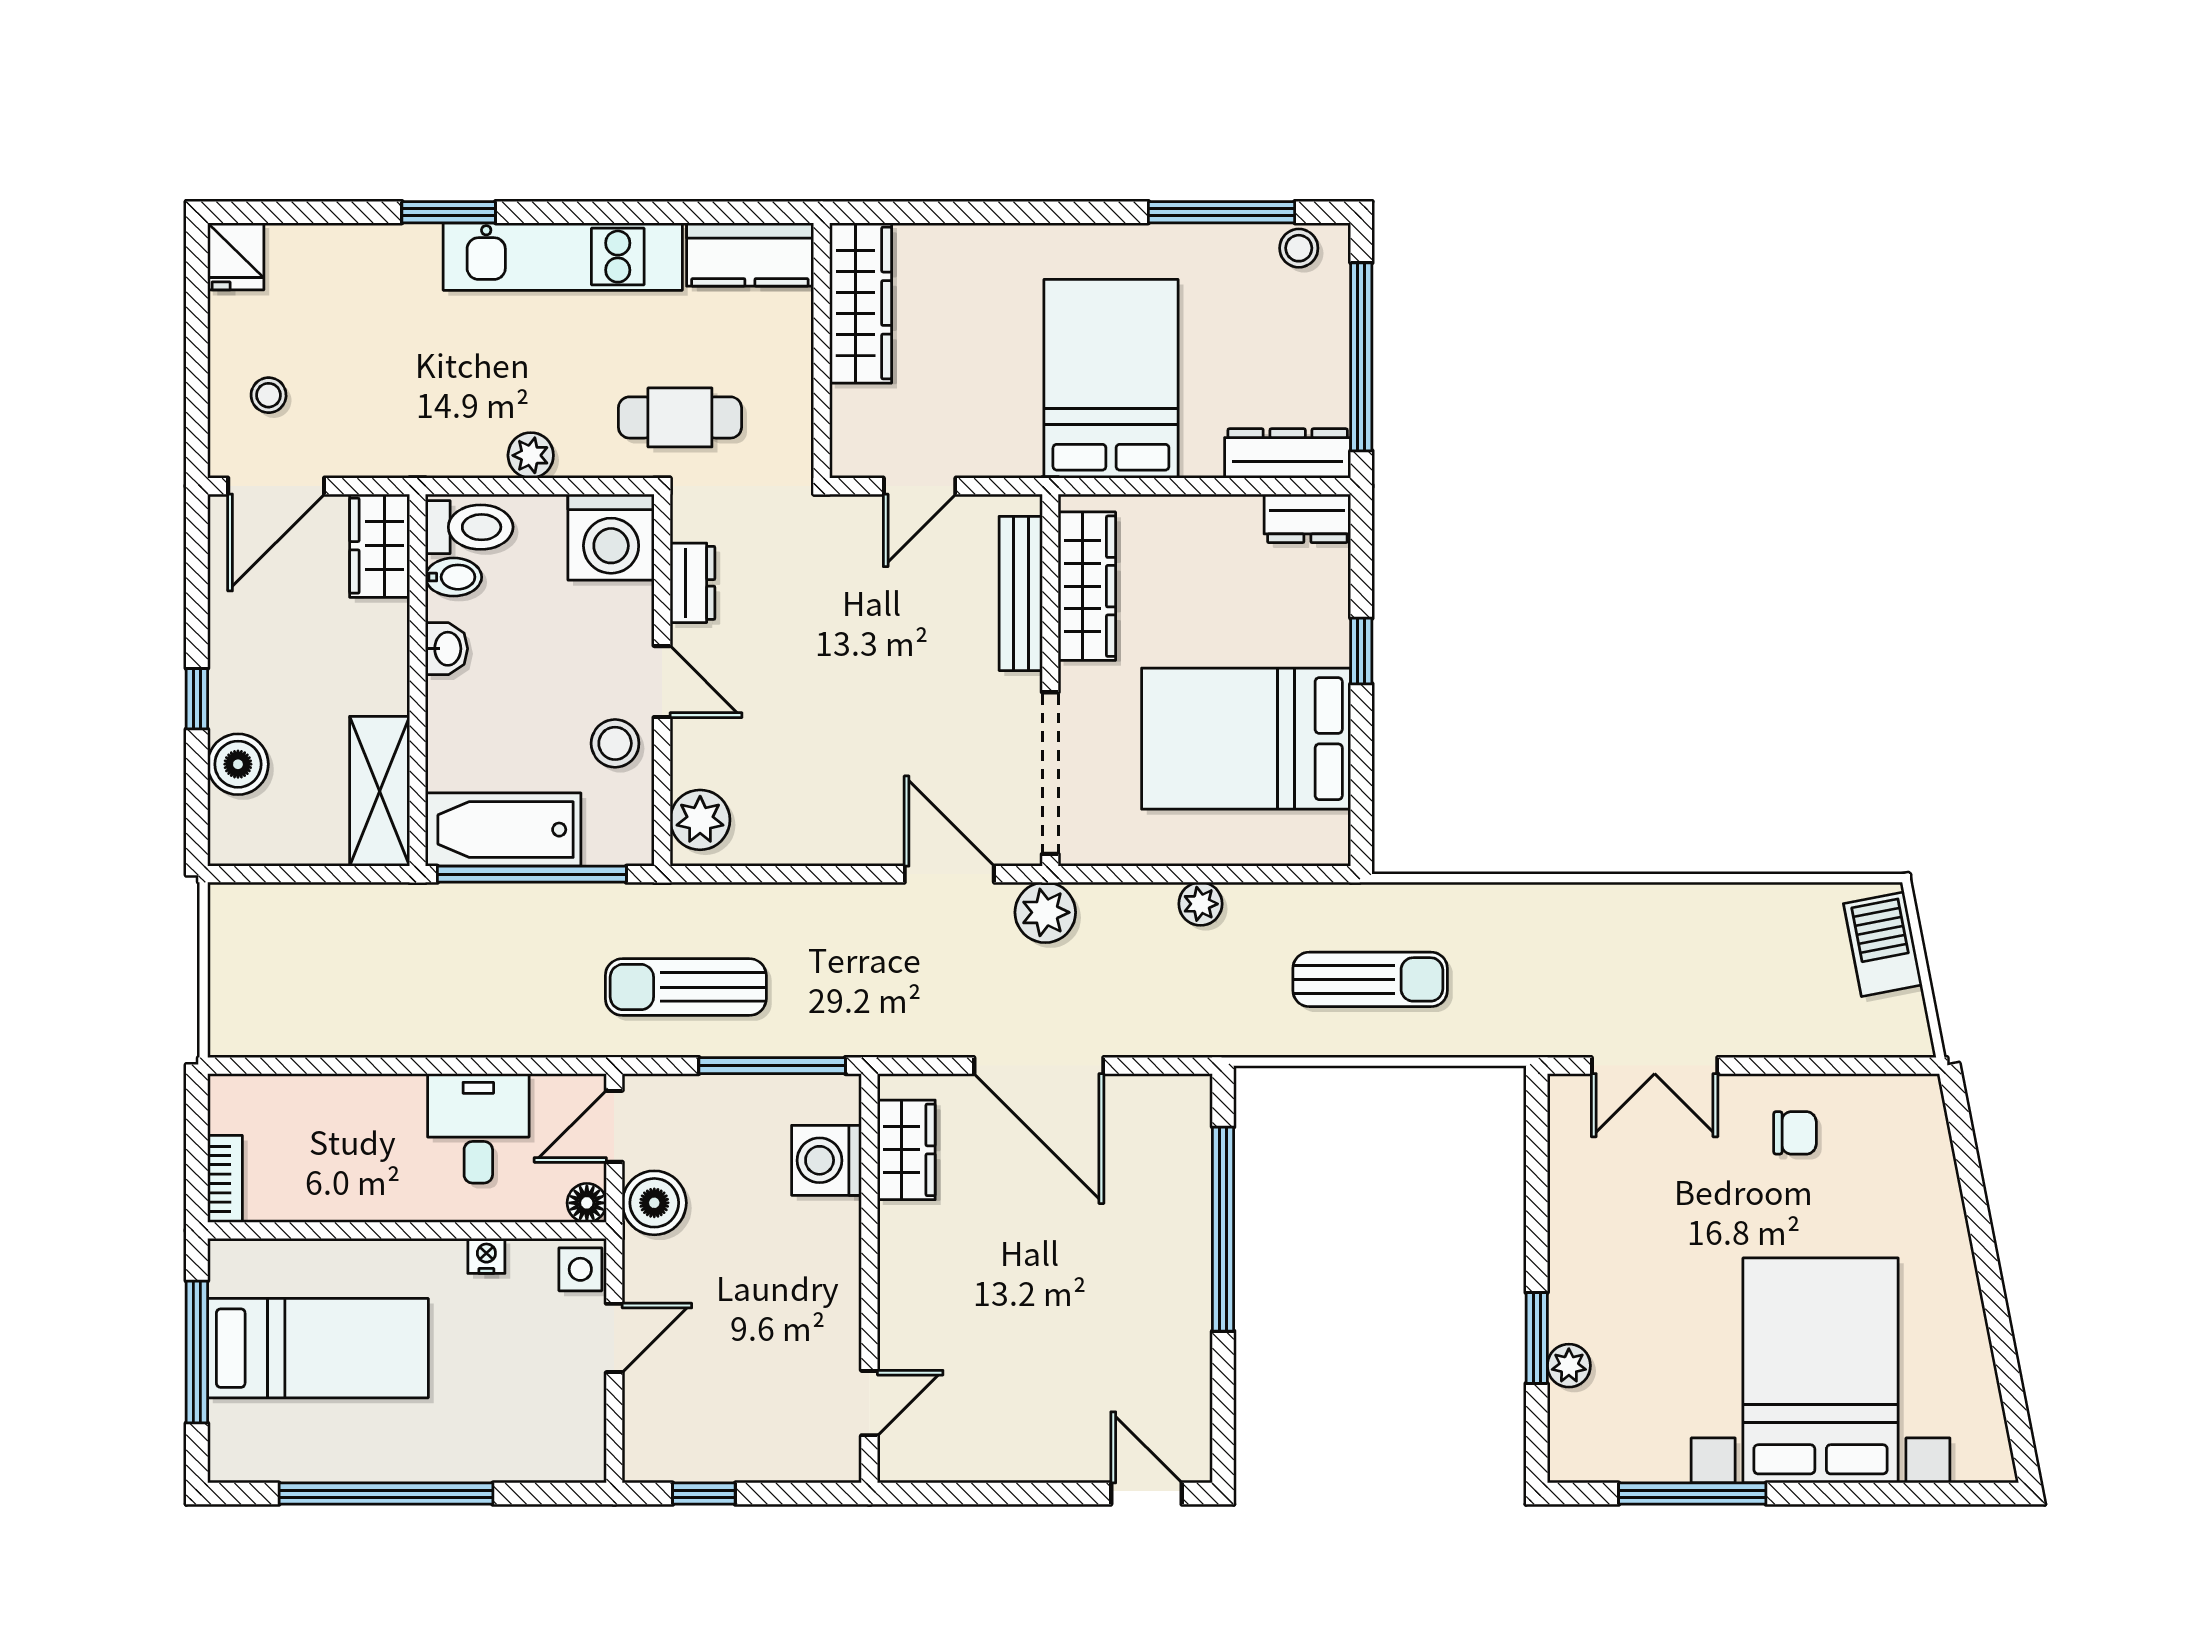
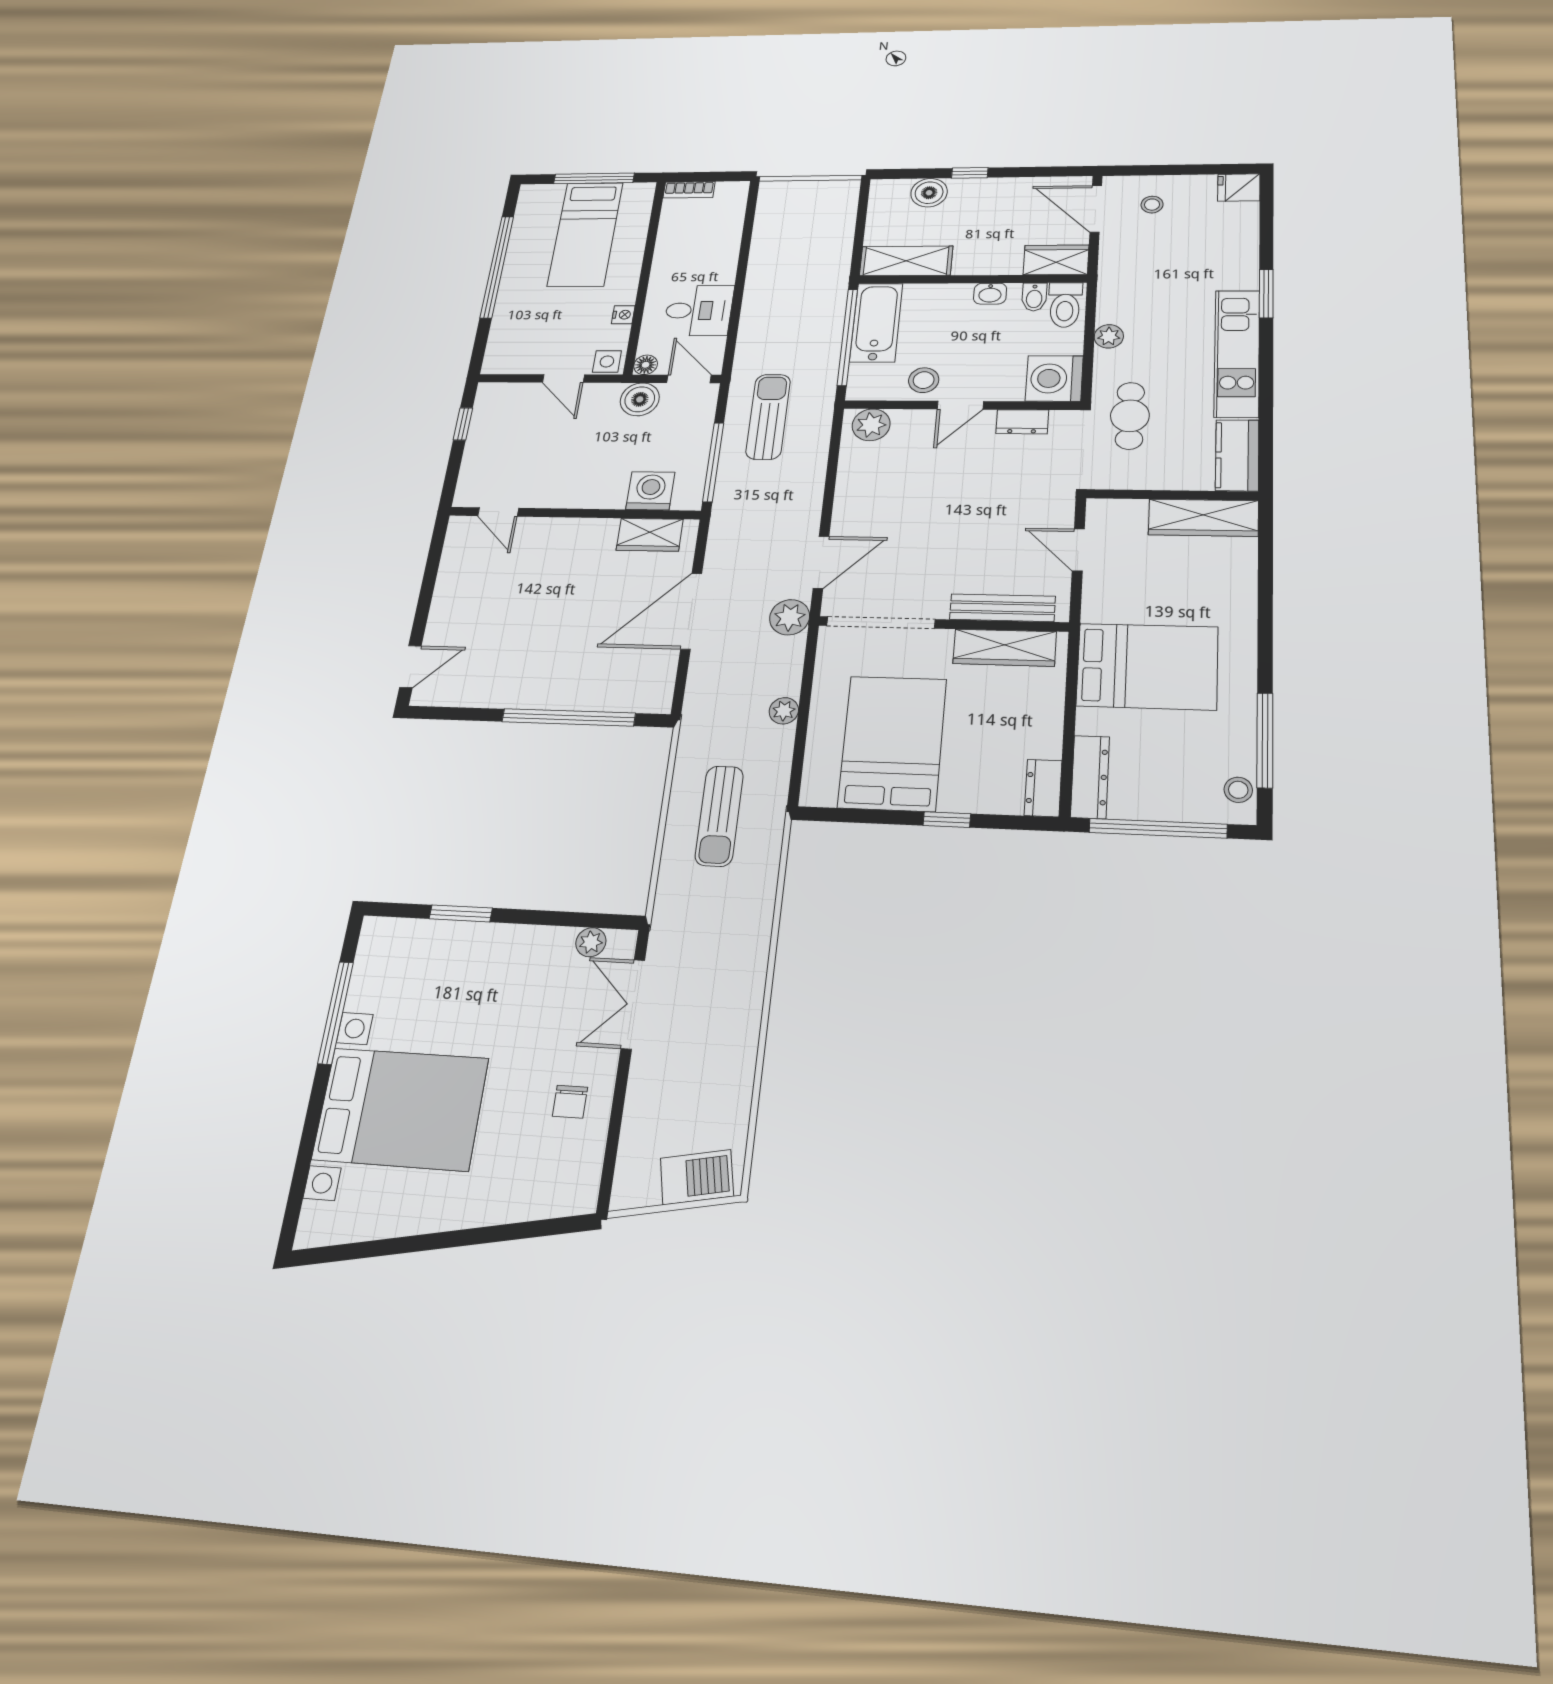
plant: (1569, 1366) -> (591, 942), moved

